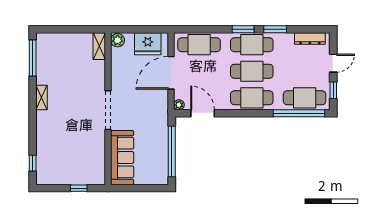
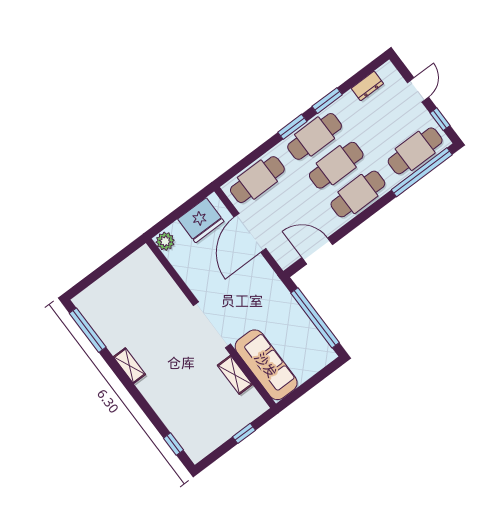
dresser: (310, 38) -> (367, 86), width x0.70
shelving: (99, 46) -> (235, 375), moved
plant: (179, 105) -> (285, 261), removed

